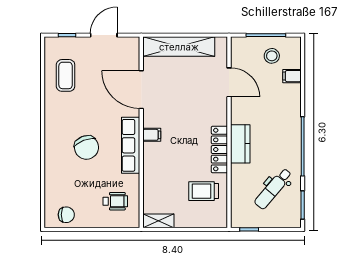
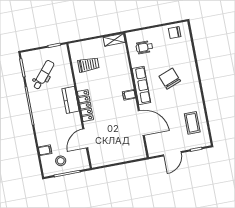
shelving: (179, 47) -> (122, 156), removed
door: (229, 82) -> (85, 138), hinge flipped
locker: (219, 150) -> (85, 106), moved

